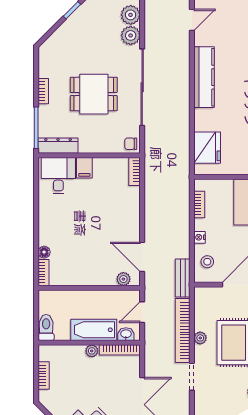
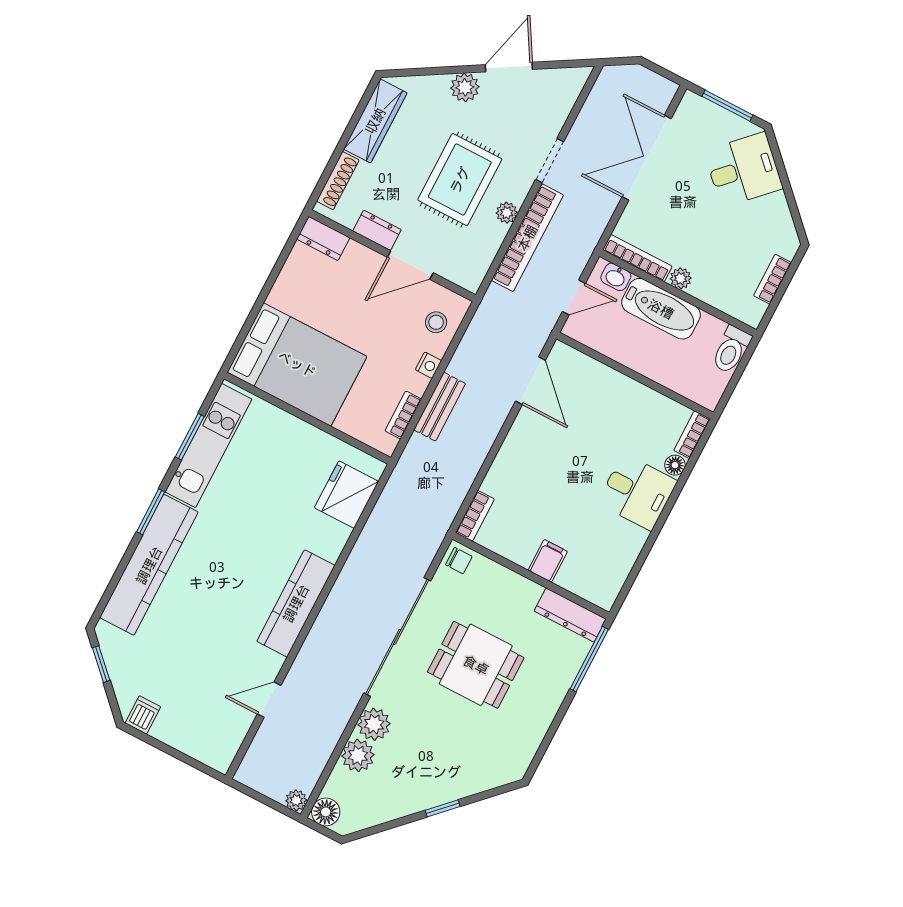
bookcase: (43, 91) -> (550, 709), removed
desk: (58, 176) -> (637, 492), moved, turned -90
bench: (183, 278) -> (440, 407), moved
plant: (123, 279) -> (576, 362), removed

